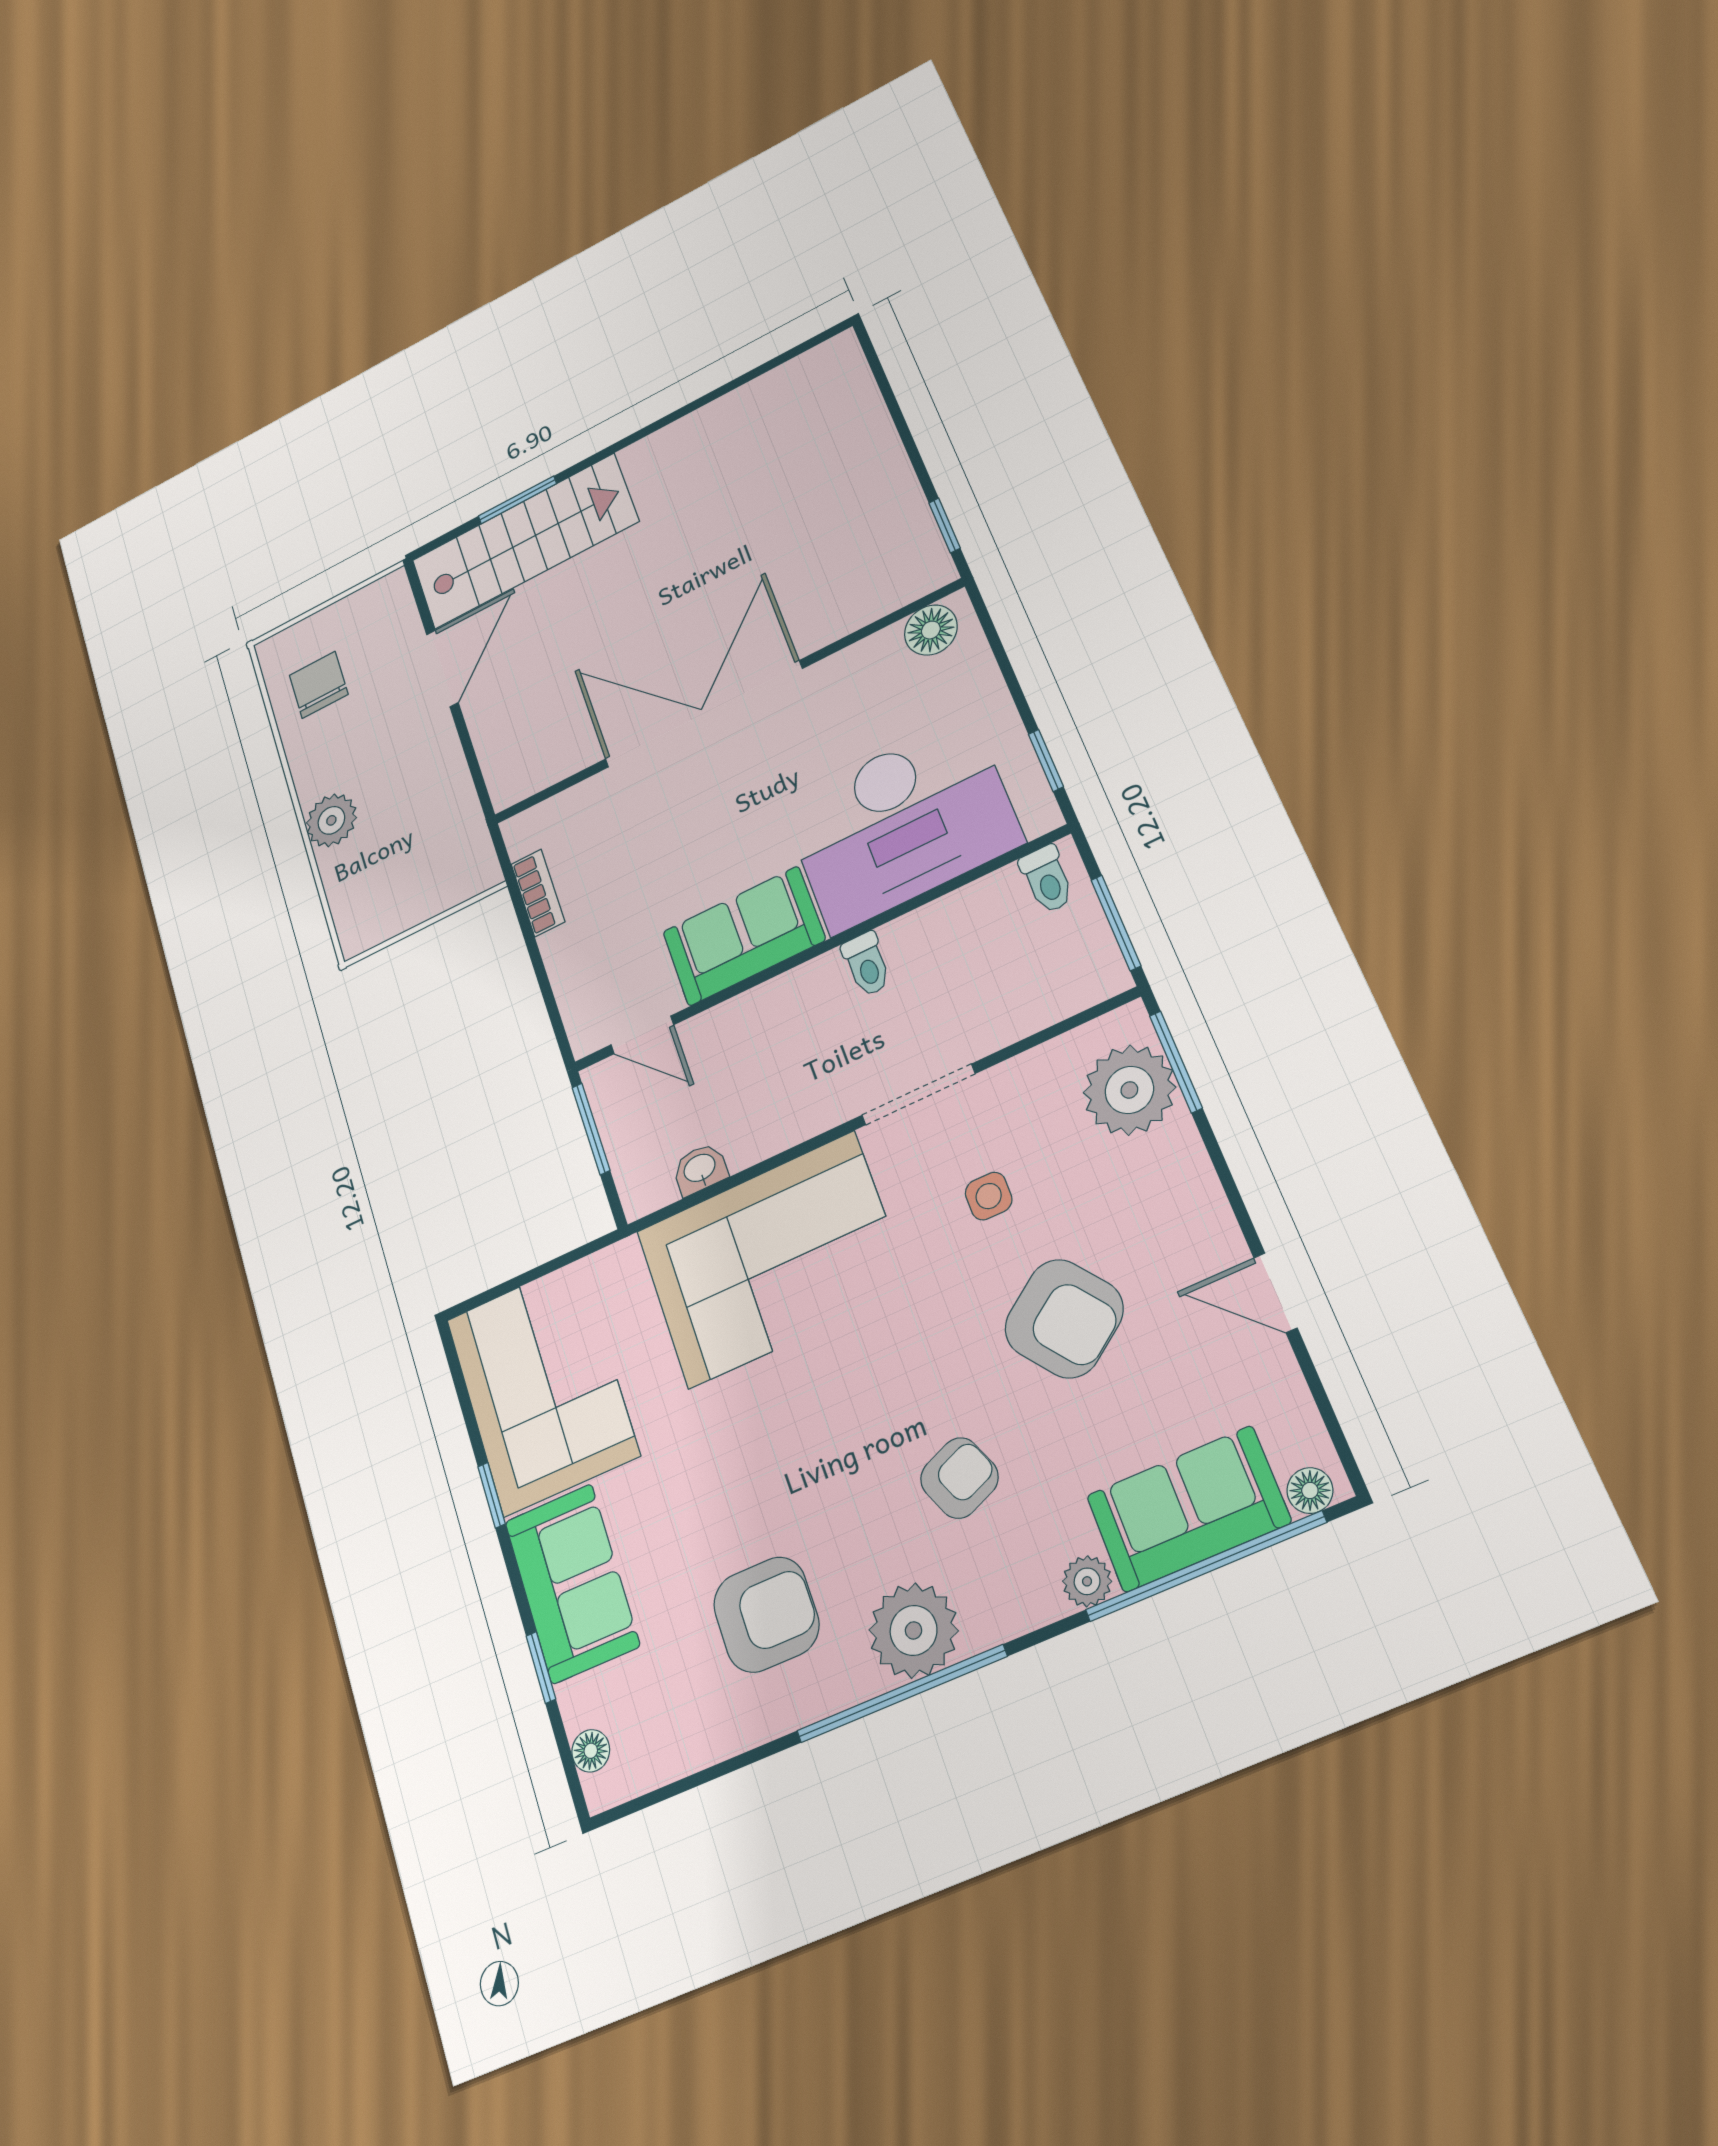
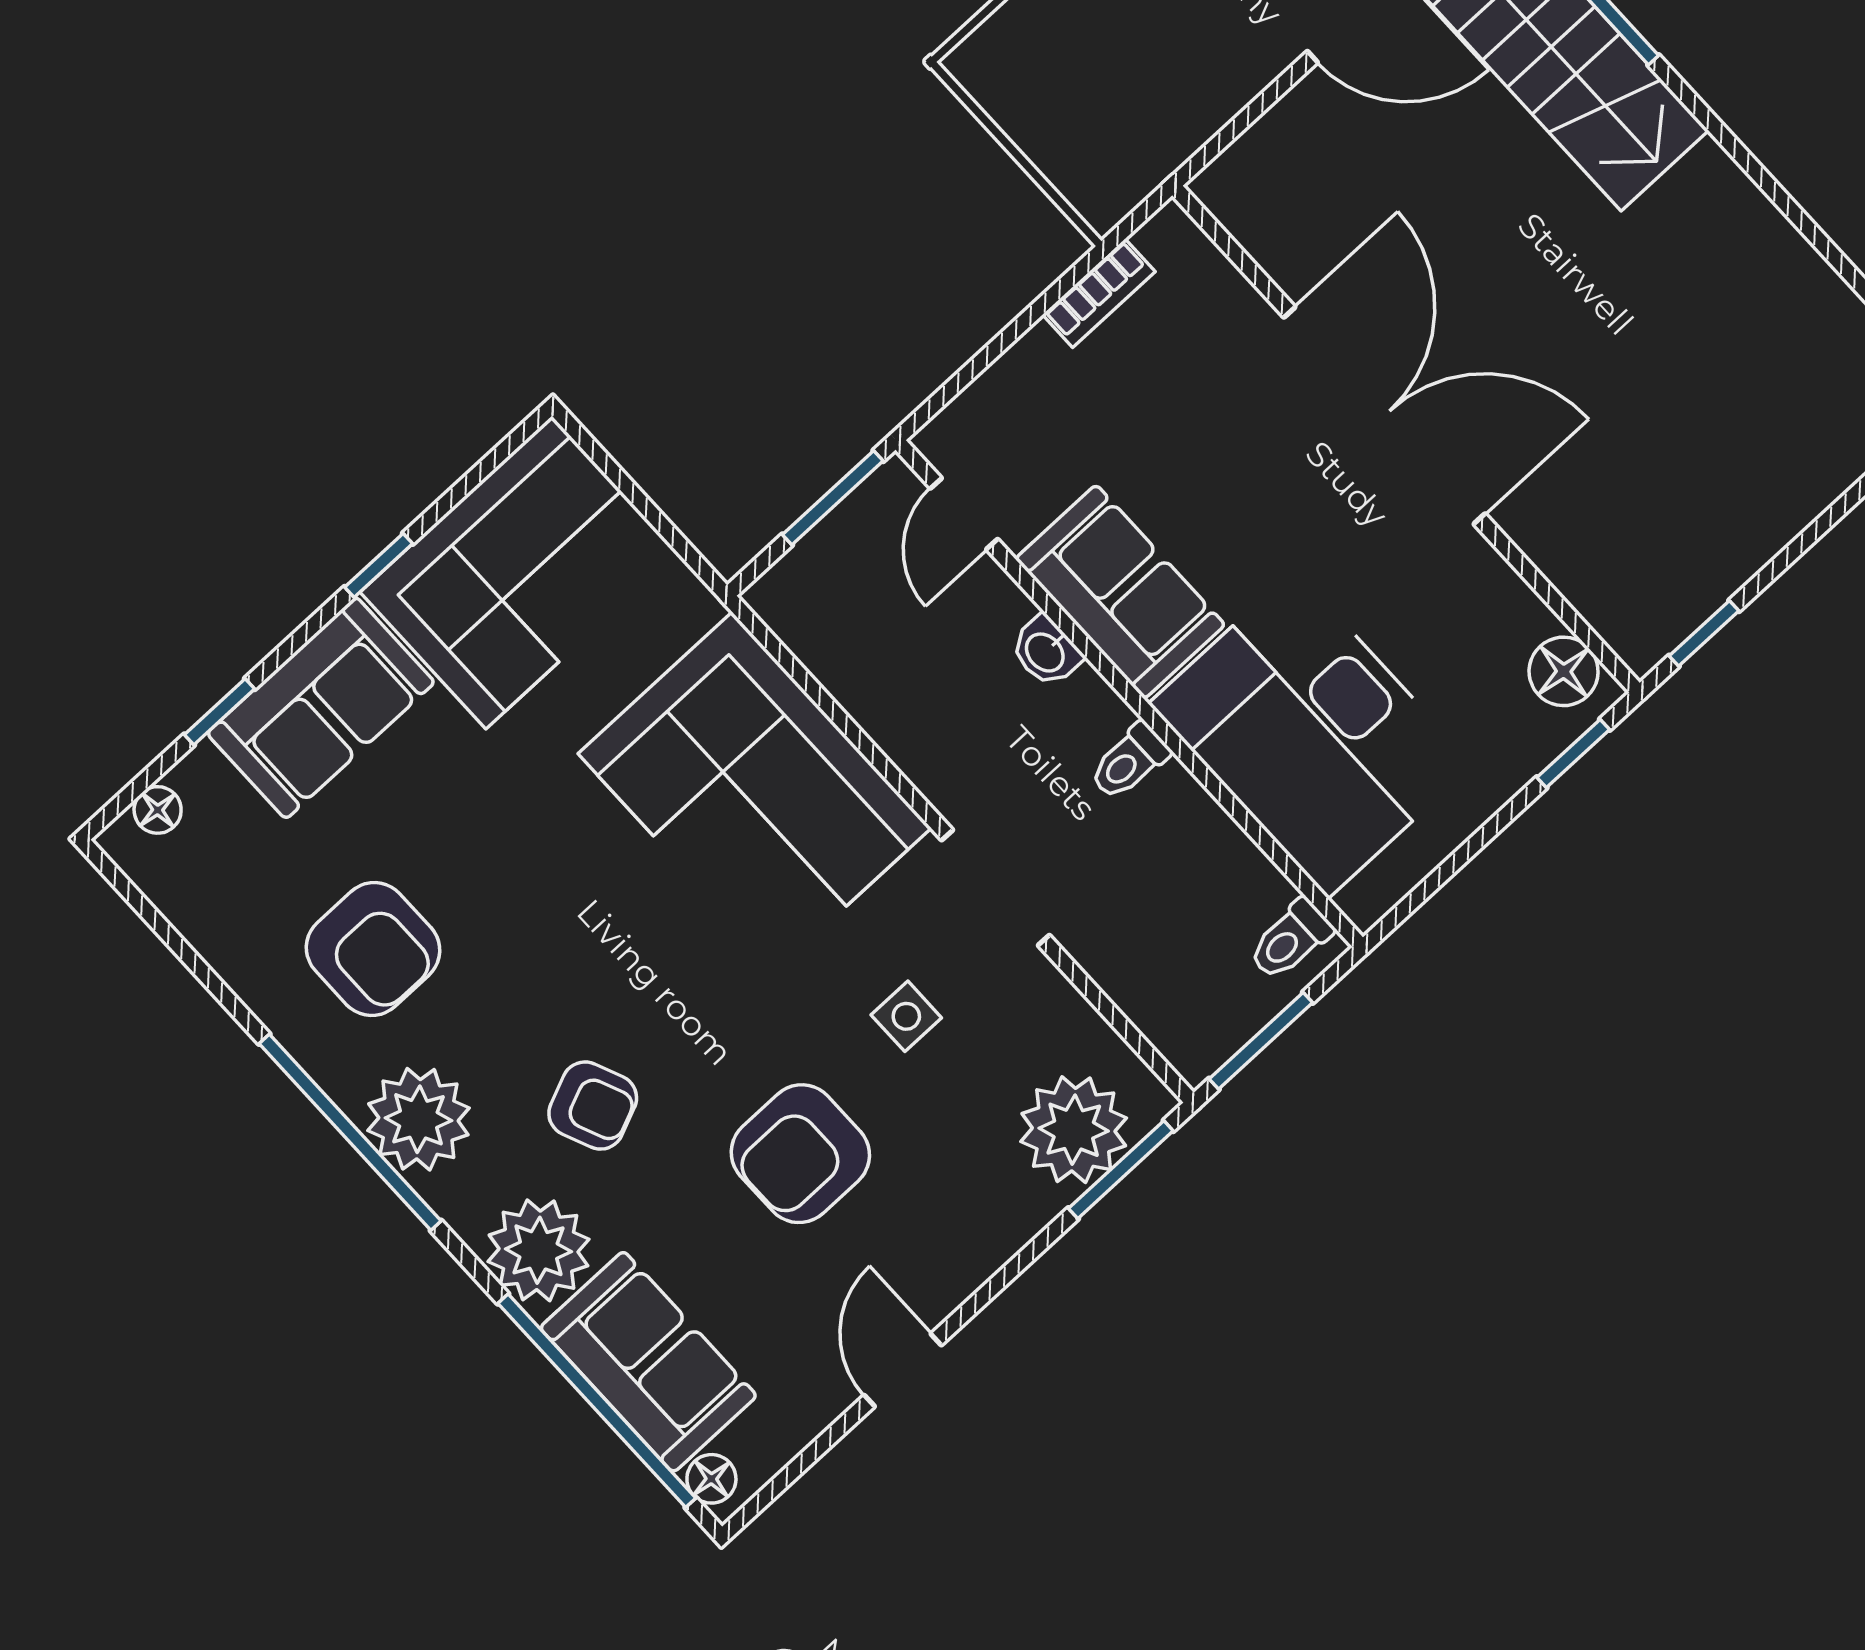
window: (1046, 760) -> (1573, 754), moved
washbasin: (700, 1169) -> (1046, 651), moved, turned 180
armchair: (1064, 1319) -> (800, 1154), turned 37
plant: (1087, 1581) -> (538, 1250), width x1.88, depth x1.88

